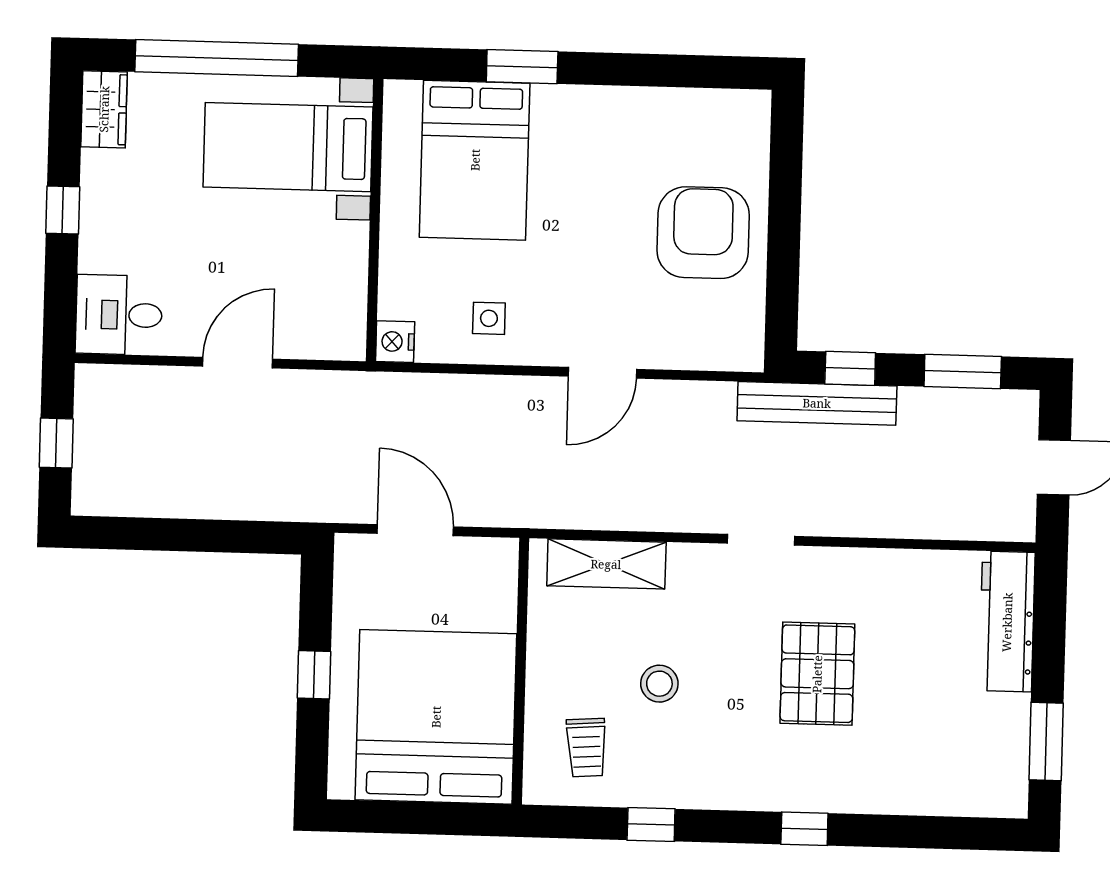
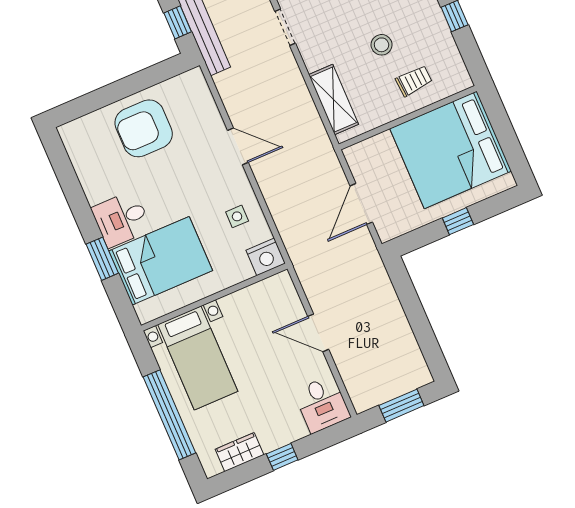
wardrobe: (104, 109) -> (239, 452), moved
desk: (572, 128) -> (121, 219), added
nightstand: (395, 342) -> (266, 257), width x1.36, depth x1.33
window: (56, 443) -> (401, 406), width x1.50
trolley: (586, 748) -> (414, 81), moved

